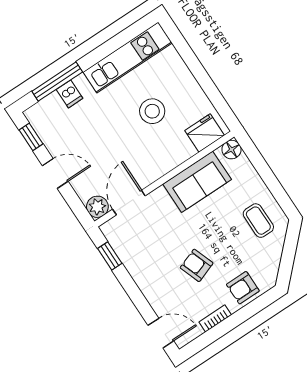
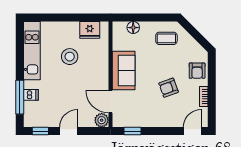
fridge: (205, 133) -> (90, 30), moved, turned -90
floor lamp: (232, 150) -> (133, 28), moved
sofa: (197, 182) -> (124, 71), moved

